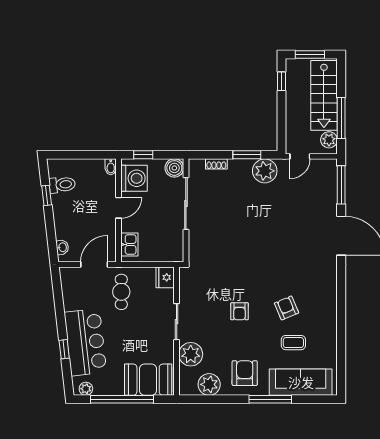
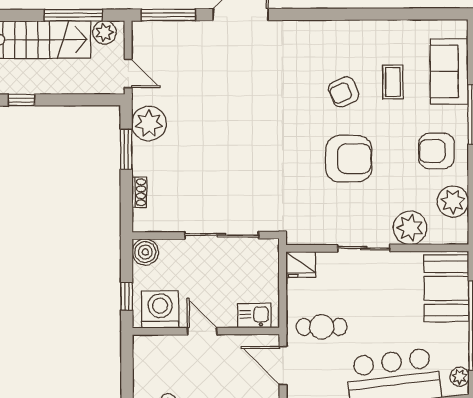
bidet: (111, 167) -> (144, 343), removed
sliding door: (186, 203) -> (222, 235), moved
armchair: (239, 311) -> (349, 159), width x1.88, depth x1.88
sofa: (301, 382) -> (449, 71), width x0.73

